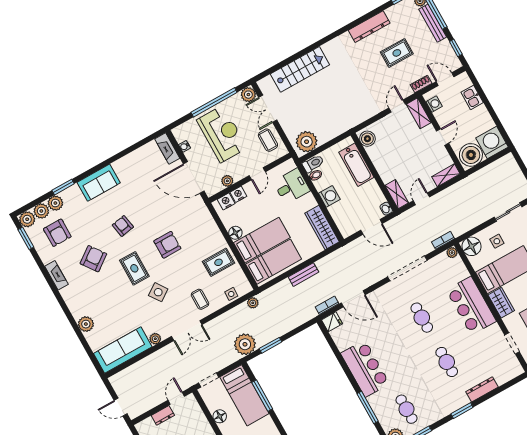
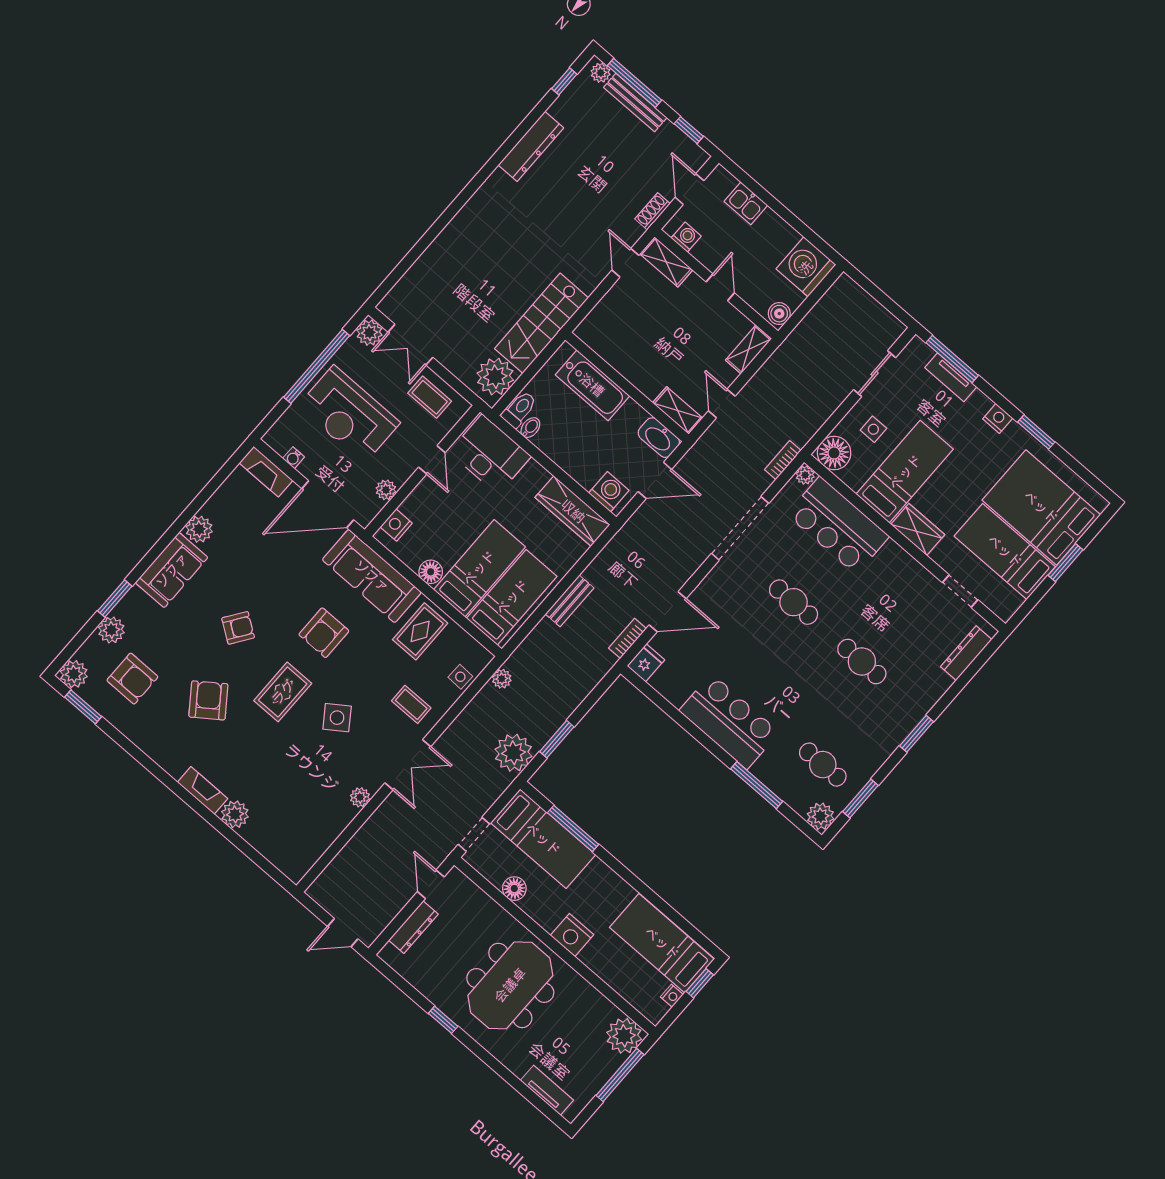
rug: (397, 53) -> (593, 174), removed
stairs: (300, 69) -> (542, 323), moved, turned 180
door: (445, 79) -> (689, 189), hinge flipped
reception desk: (222, 134) -> (349, 414), turned 180
boiler: (367, 139) -> (595, 335), removed
boiler: (471, 155) -> (779, 314), width x0.54, depth x0.54
desk: (292, 186) -> (490, 454), width x1.37
nightstand: (238, 194) -> (413, 505), removed
washing machine: (329, 196) -> (609, 492), moved
washbasin: (386, 209) -> (659, 438), width x1.91, depth x1.45
plant: (41, 211) -> (199, 529), moved
armchair: (123, 226) -> (238, 628), turned 135
armchair: (167, 245) -> (324, 633), turned 180
rug: (134, 268) -> (283, 692), turned 90
fireplace: (56, 275) -> (202, 790), moved
bar counter: (471, 306) -> (838, 525), moved
sofa: (123, 350) -> (372, 576), moved, turned -90
dresser: (482, 389) -> (966, 653), moved
dresser: (163, 415) -> (413, 927), width x1.44

